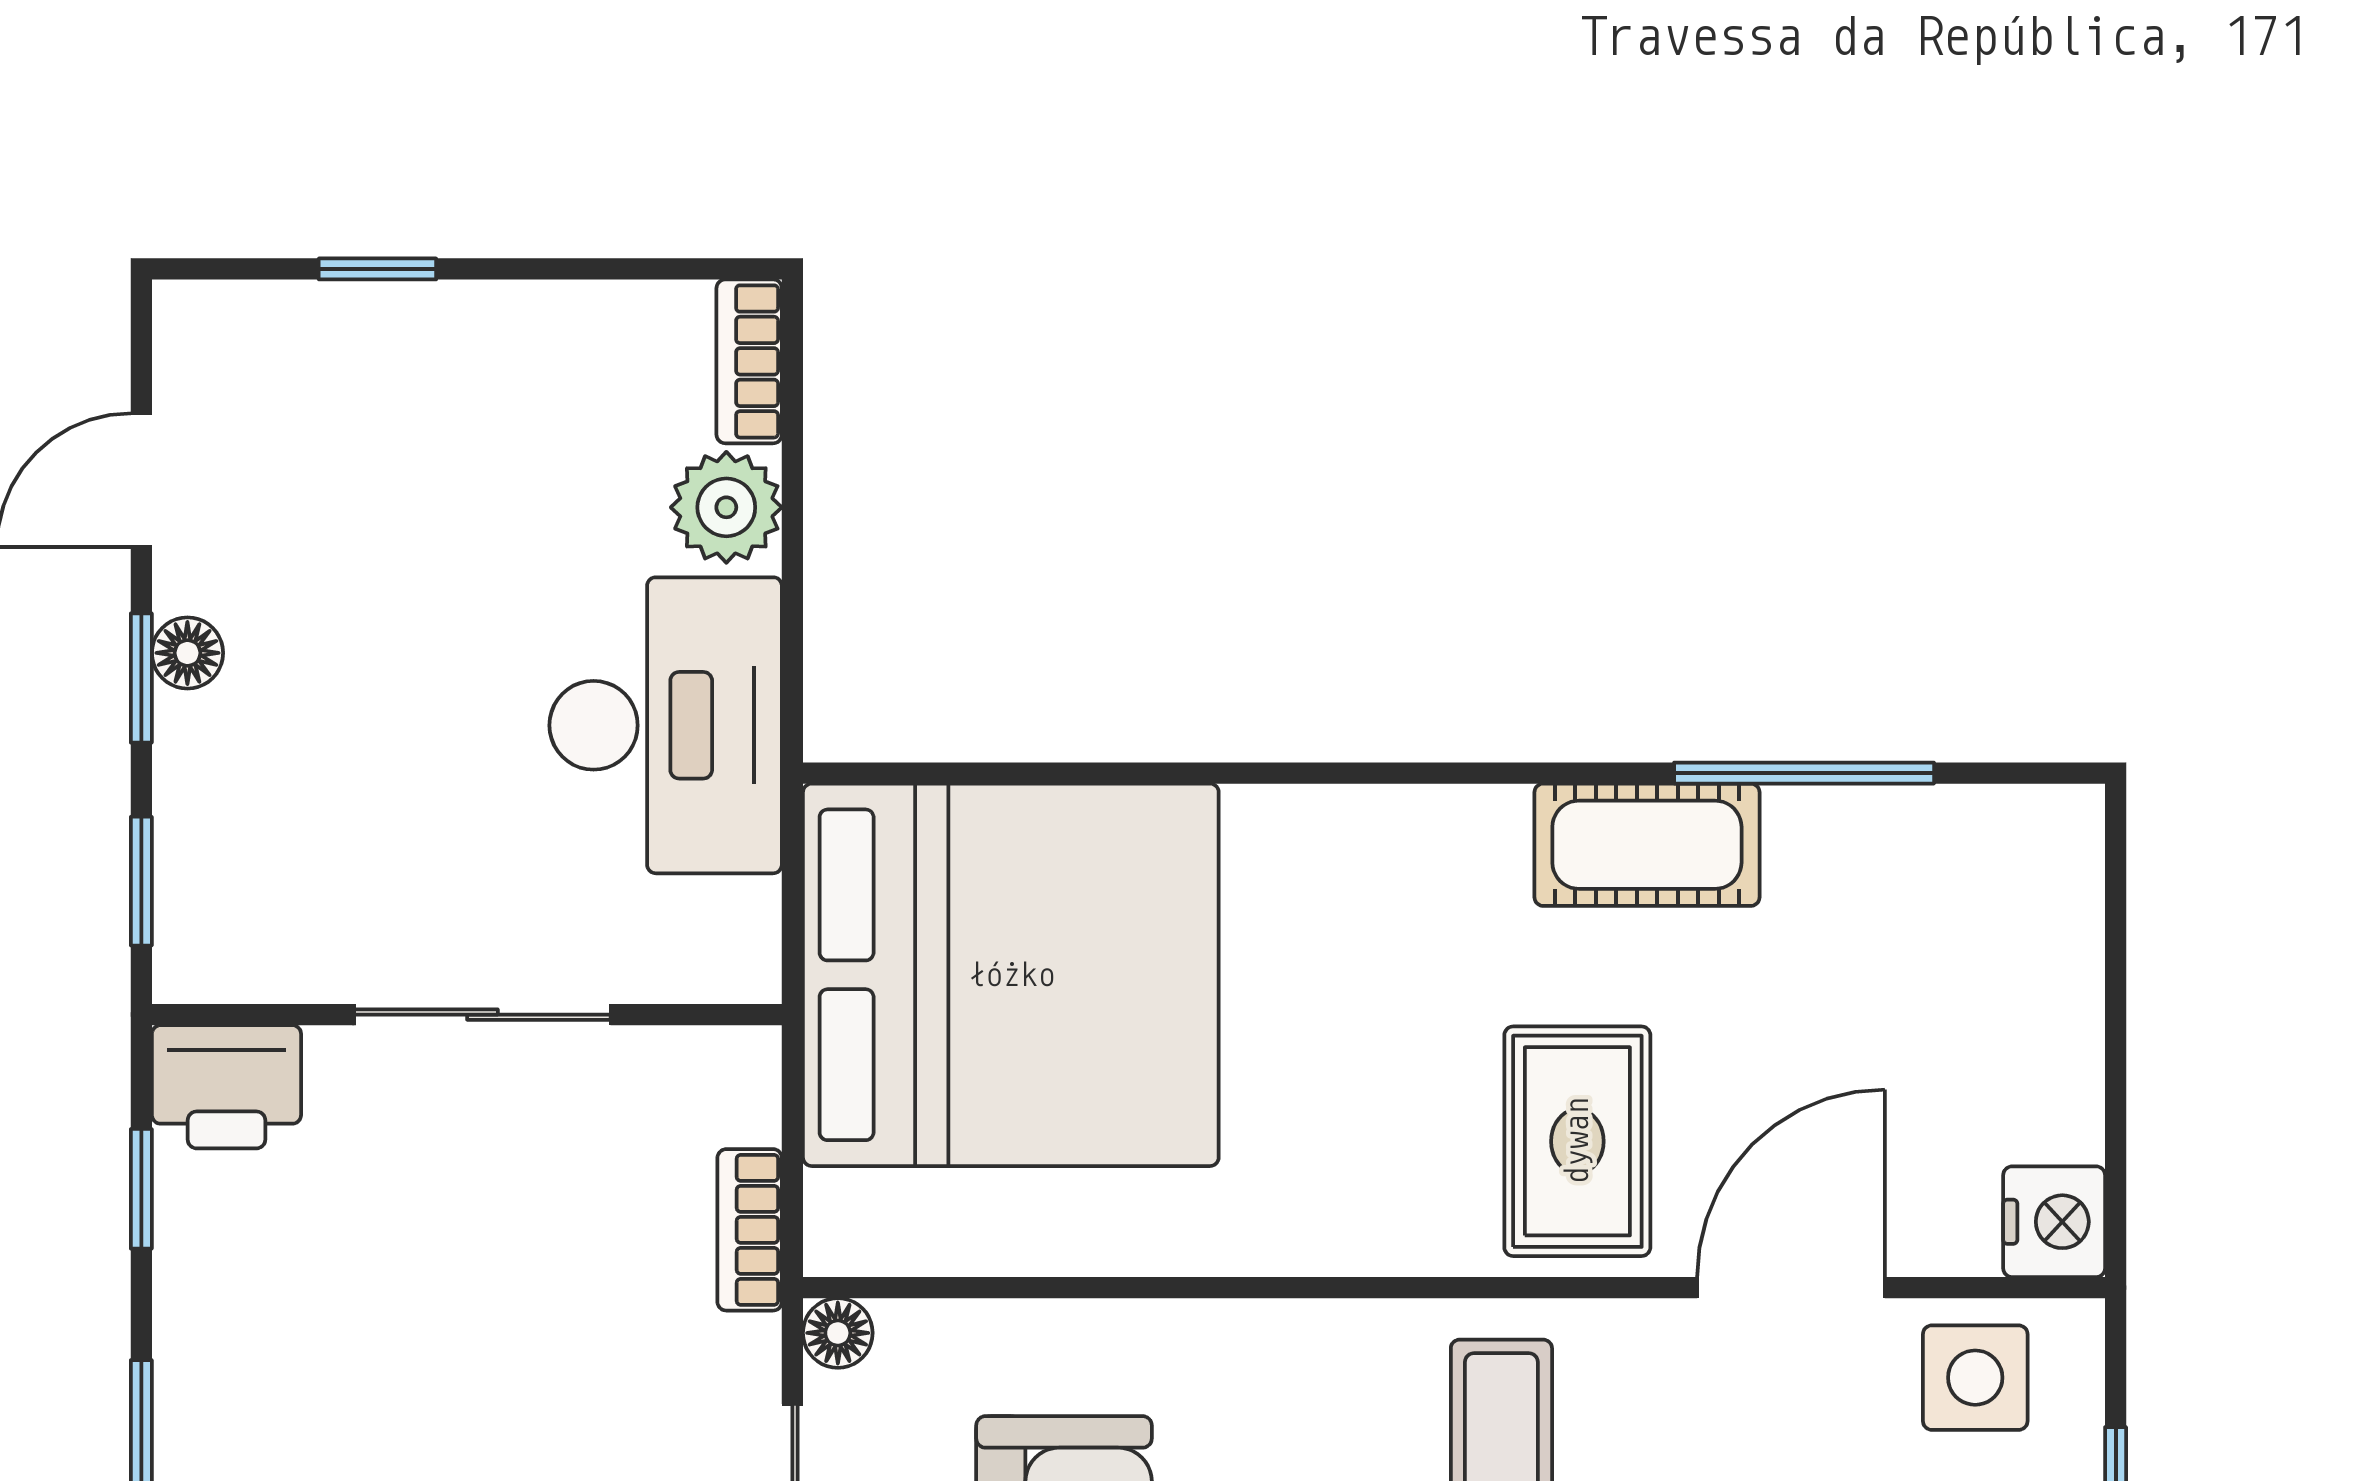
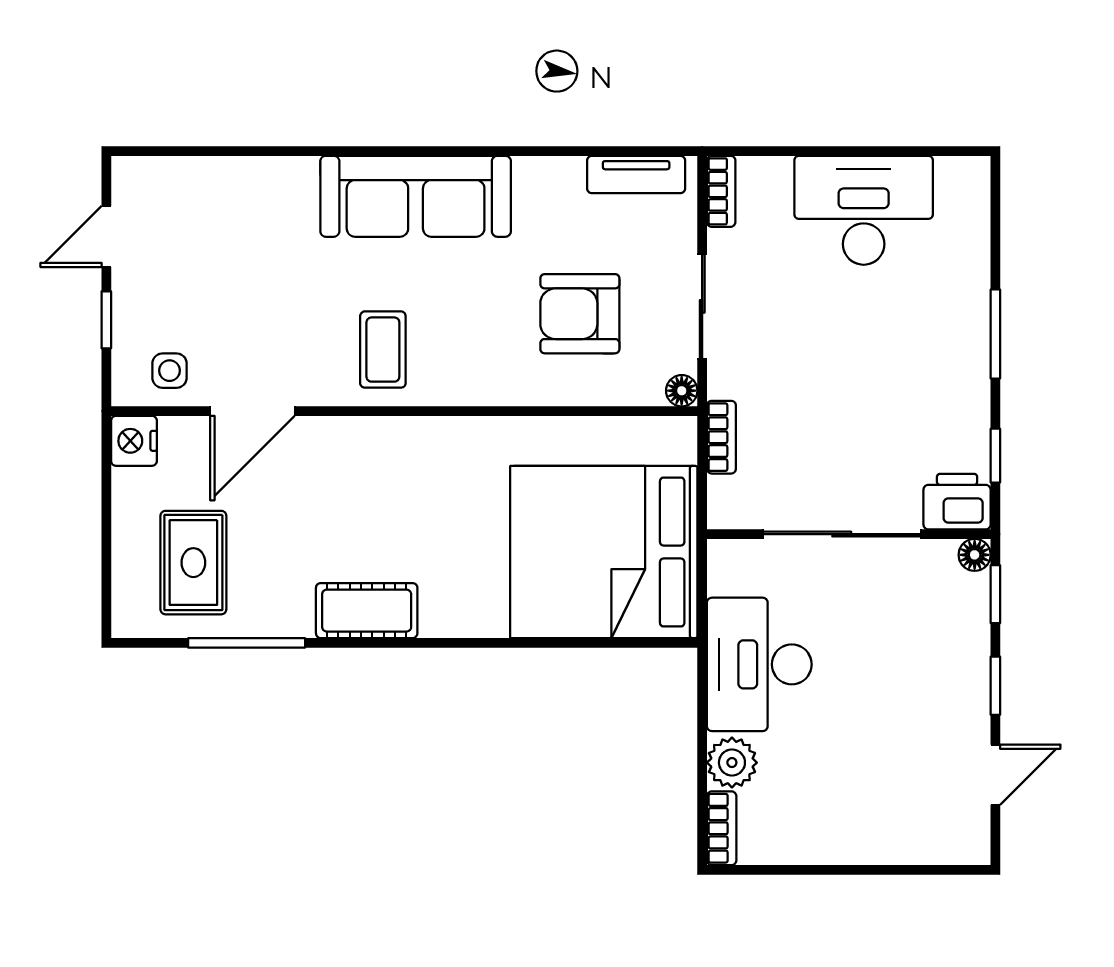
window: (377, 269) -> (889, 870), removed
floor lamp: (187, 653) -> (975, 555), moved
cot: (1647, 845) -> (367, 611), moved
sliding door: (482, 1015) -> (842, 534), width x1.37
rug: (1577, 1141) -> (193, 563), moved
side table: (1975, 1378) -> (170, 371), width x0.73, depth x0.73

